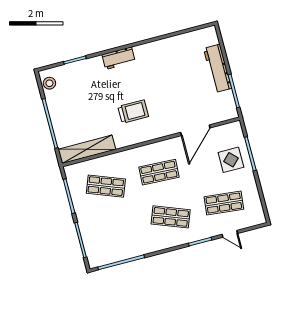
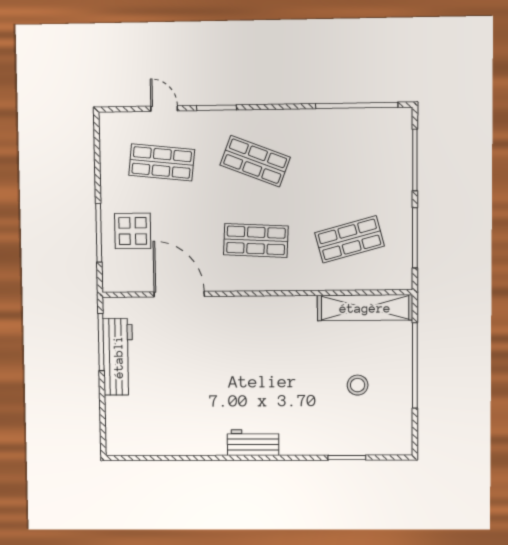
workbench: (119, 58) -> (253, 443), moved
workbench: (218, 68) -> (118, 357), moved
stool: (49, 83) -> (358, 385), moved
trolley: (133, 112) -> (273, 350), removed
door: (195, 130) -> (179, 294), hinge flipped
shop shelf: (106, 186) -> (350, 239), turned -36

